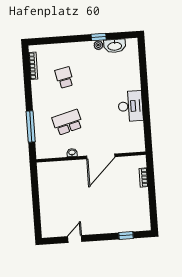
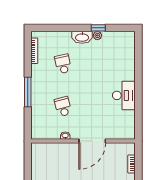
washbasin: (115, 46) -> (82, 37), moved
school desk: (67, 122) -> (63, 107), width x0.54
window: (31, 126) -> (28, 92), moved

